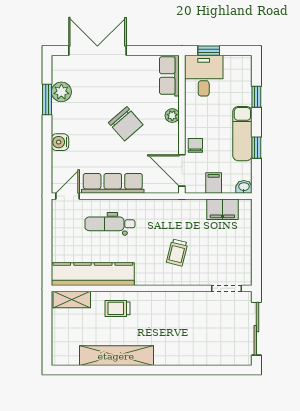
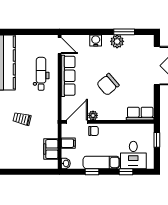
desk: (204, 76) -> (133, 155), moved, turned 90
plant: (61, 92) -> (117, 41), moved
plant: (172, 116) -> (93, 115), moved

